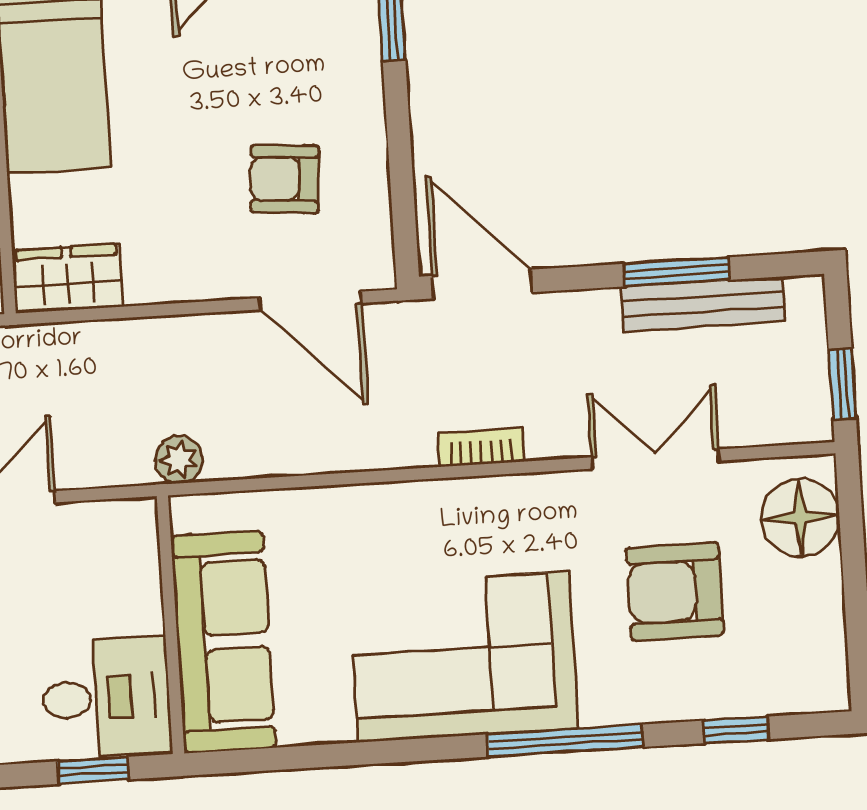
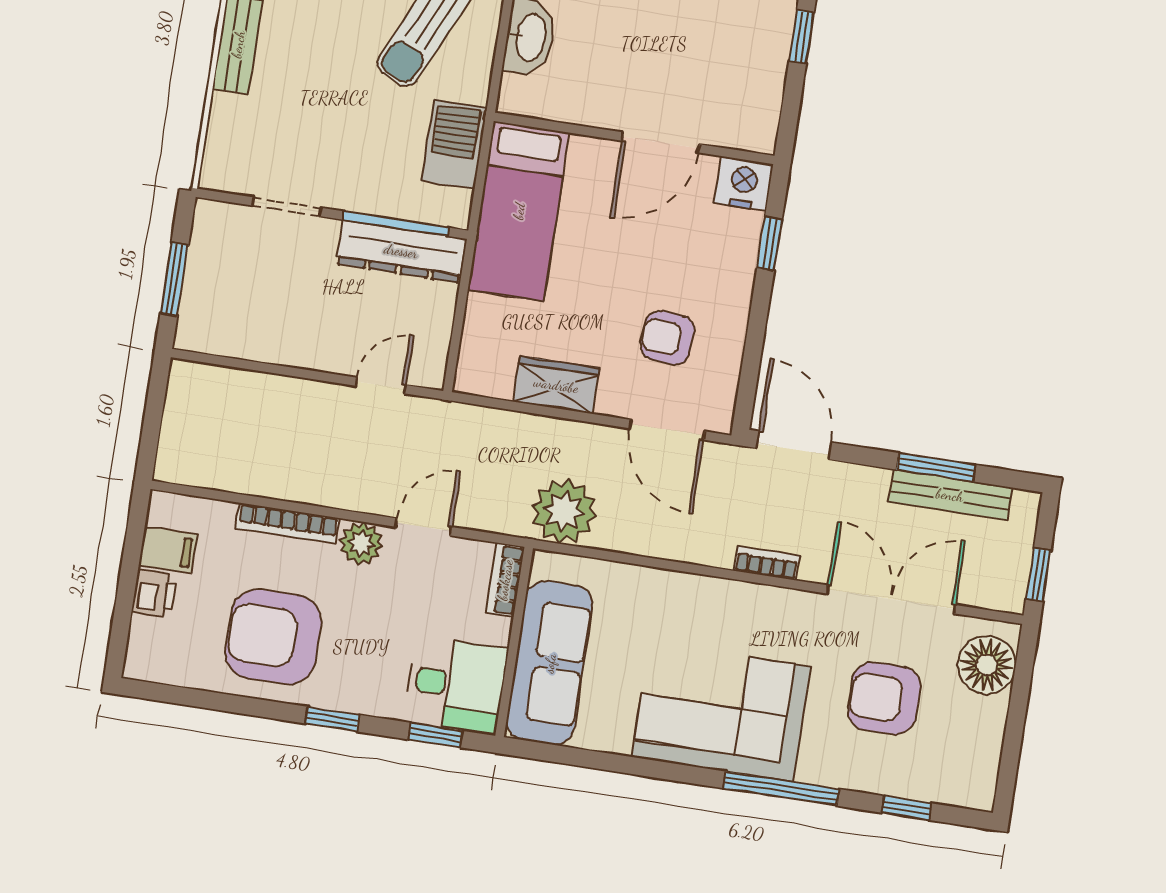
wardrobe: (68, 279) -> (556, 385), moved
double door: (655, 459) -> (891, 599), width x1.37
plant: (179, 460) -> (564, 511), width x1.87, depth x1.87
bookcase: (141, 545) -> (505, 580), added

